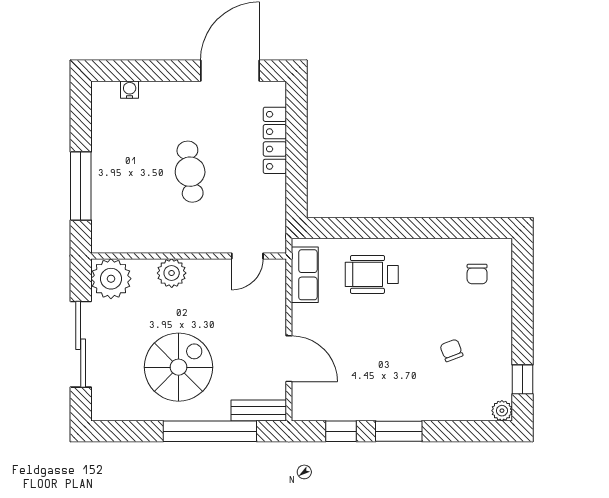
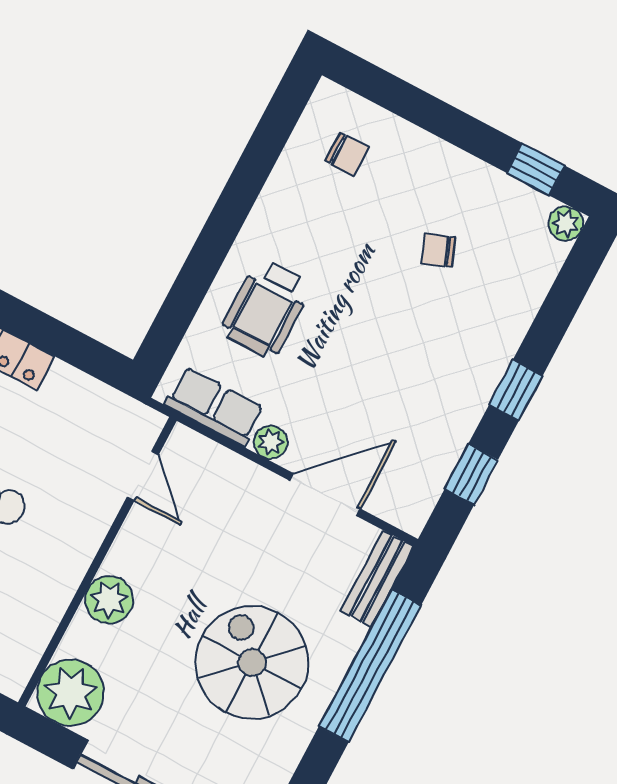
plant: (302, 315) -> (271, 442), added
window: (399, 431) -> (516, 390), width x0.67

